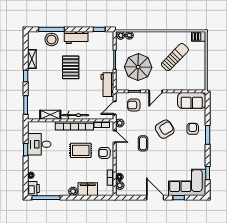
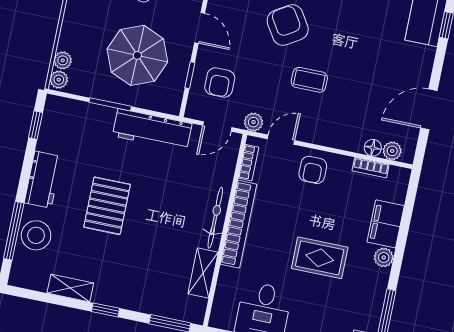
pallet: (71, 67) -> (107, 206), turned 90
workbench: (107, 85) -> (152, 130), width x1.38
door: (115, 108) -> (217, 126), hinge flipped
rug: (81, 150) -> (320, 258), moved, turned 90
door: (155, 198) -> (429, 109), moved

